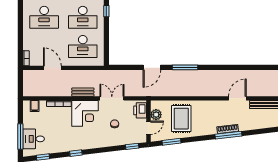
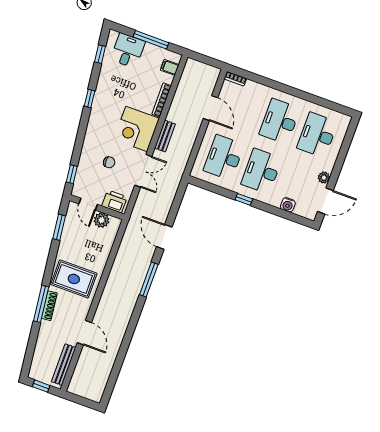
window: (106, 11) -> (244, 199), moved
door: (52, 68) -> (210, 108), hinge flipped
rug: (181, 119) -> (74, 279), moved
window: (20, 136) -> (151, 40), moved

